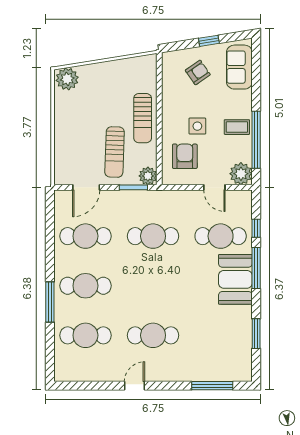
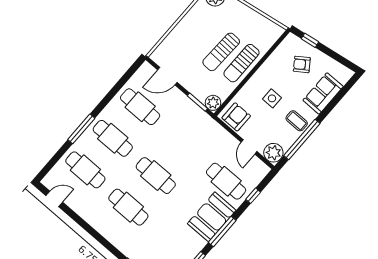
window: (209, 41) -> (310, 40), moved
sofa: (239, 67) -> (323, 93), moved
armchair: (198, 72) -> (302, 64), turned 180
sun lounger: (115, 152) -> (221, 52), moved
armchair: (185, 156) -> (236, 117), moved
cafe table: (153, 236) -> (156, 176), moved
window: (256, 268) -> (222, 231), moved
door: (134, 386) -> (54, 199), moved

